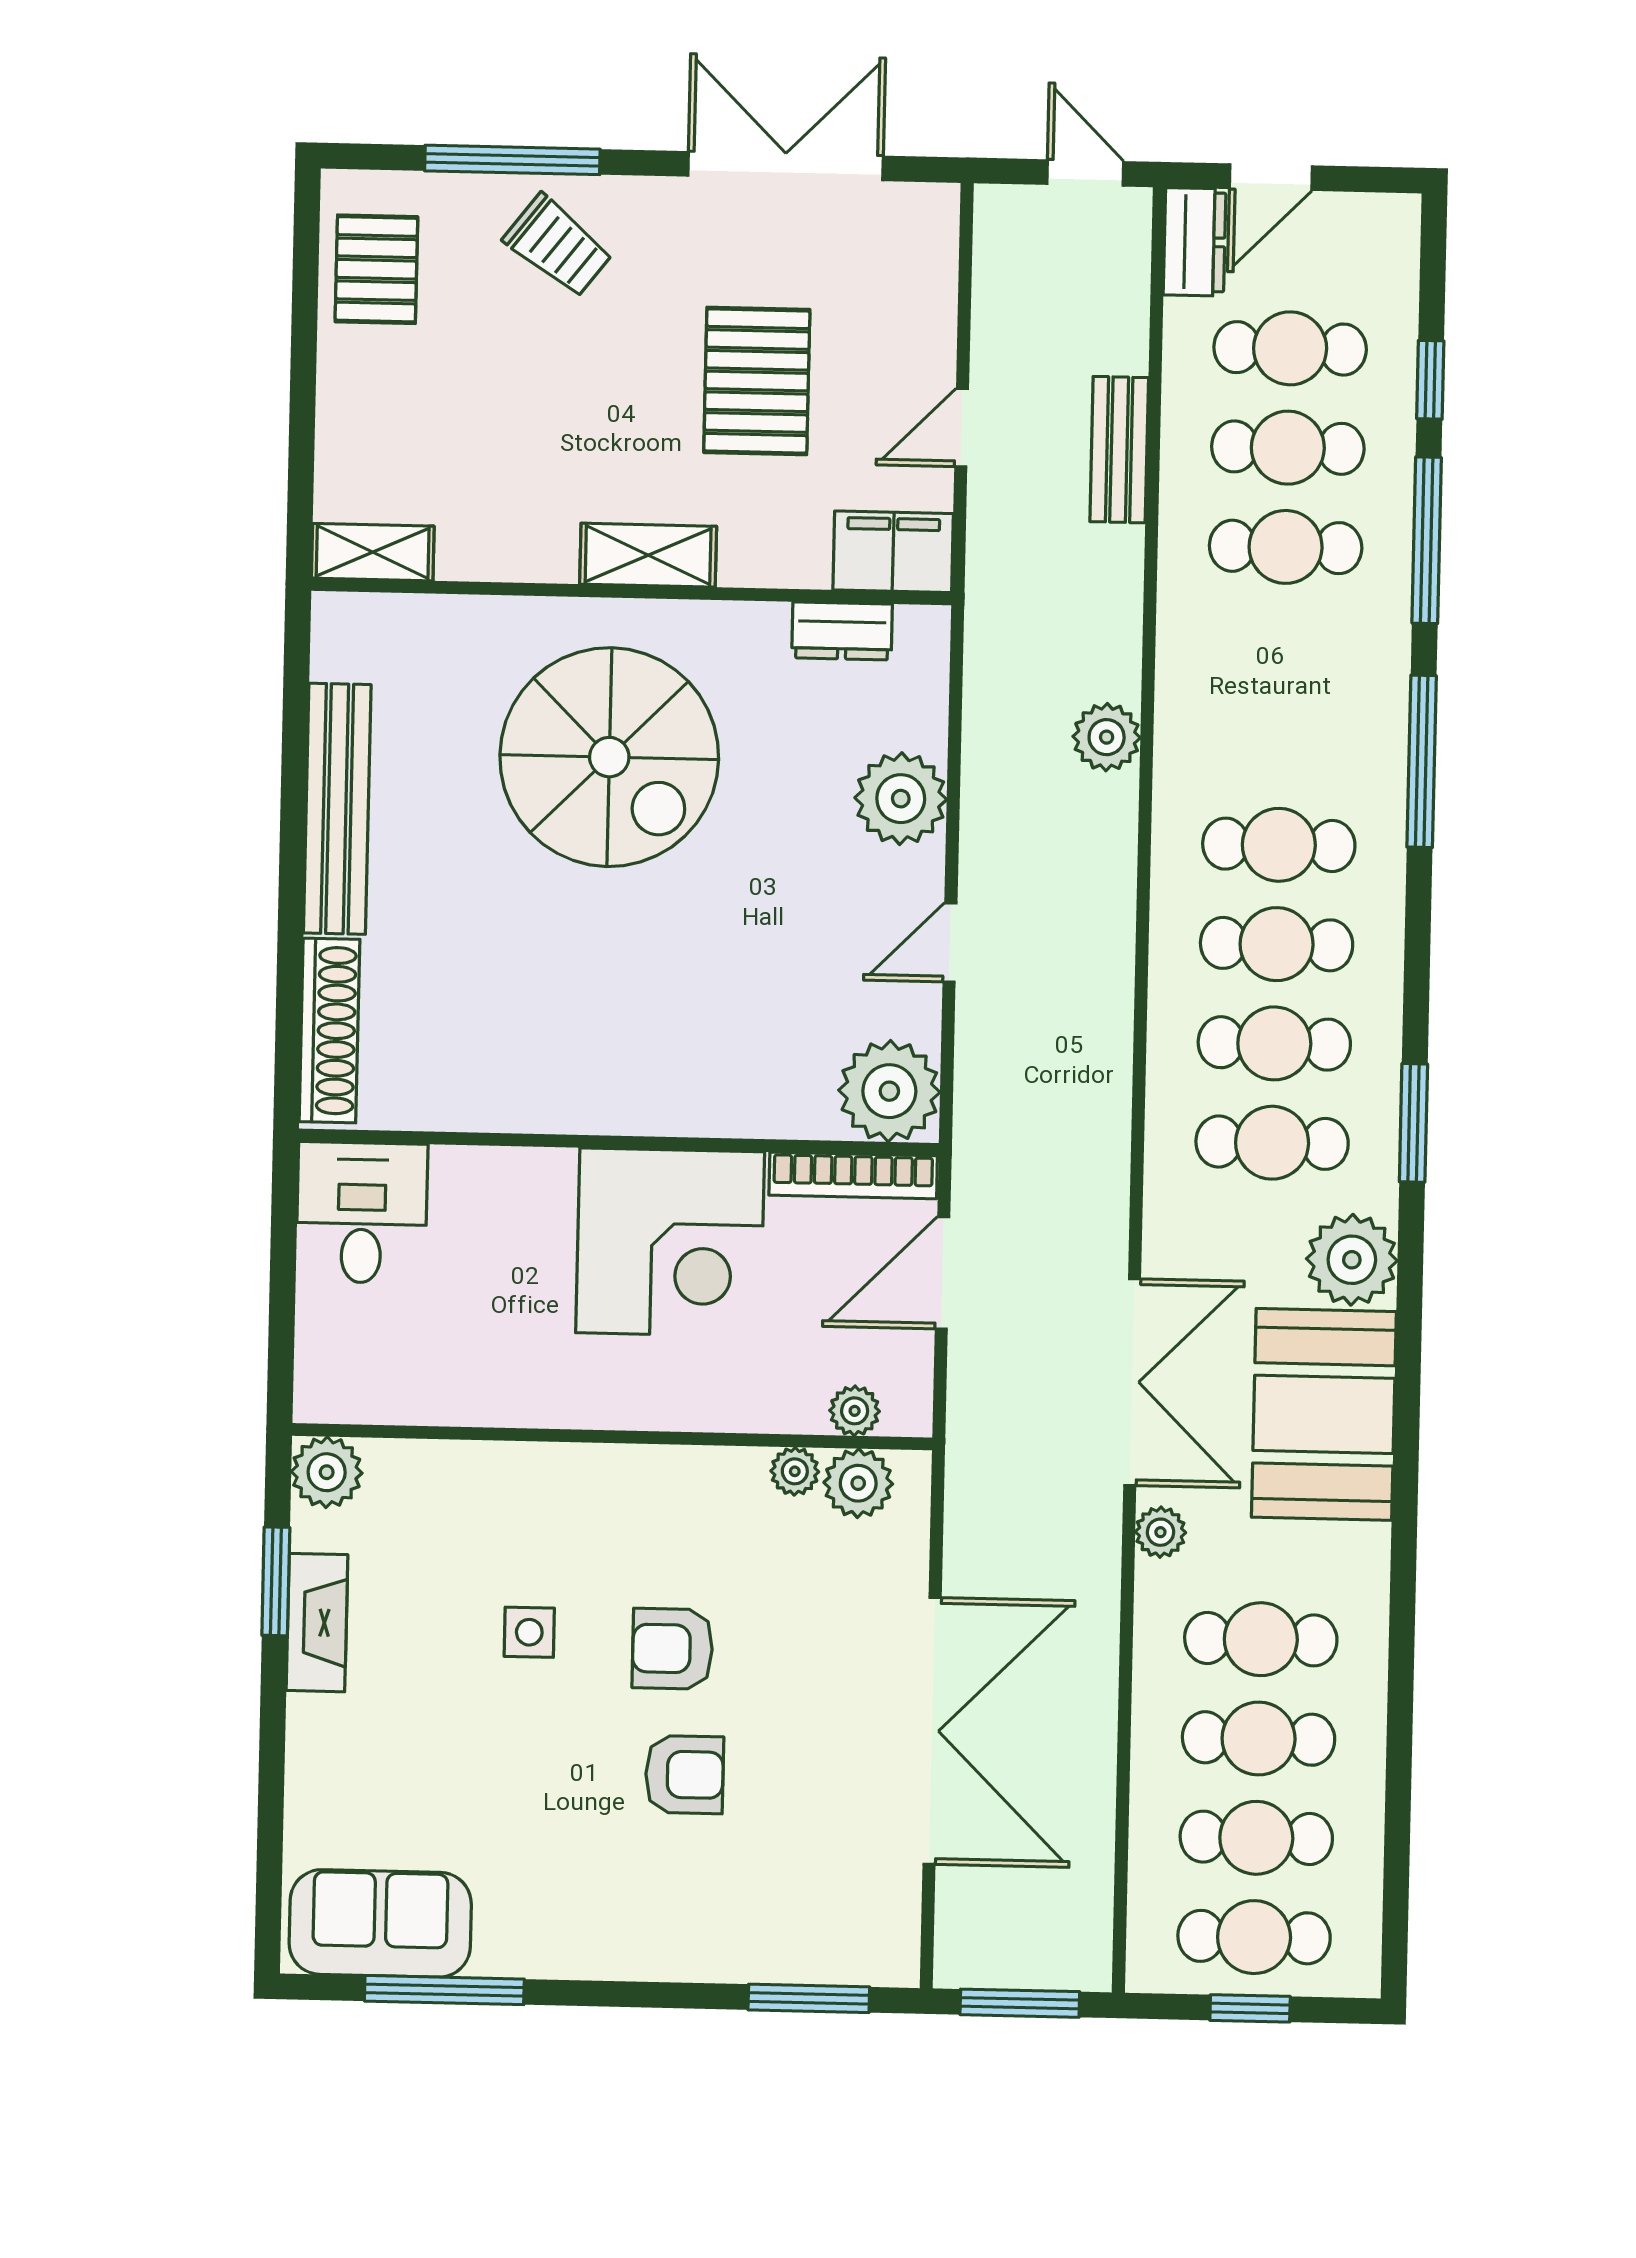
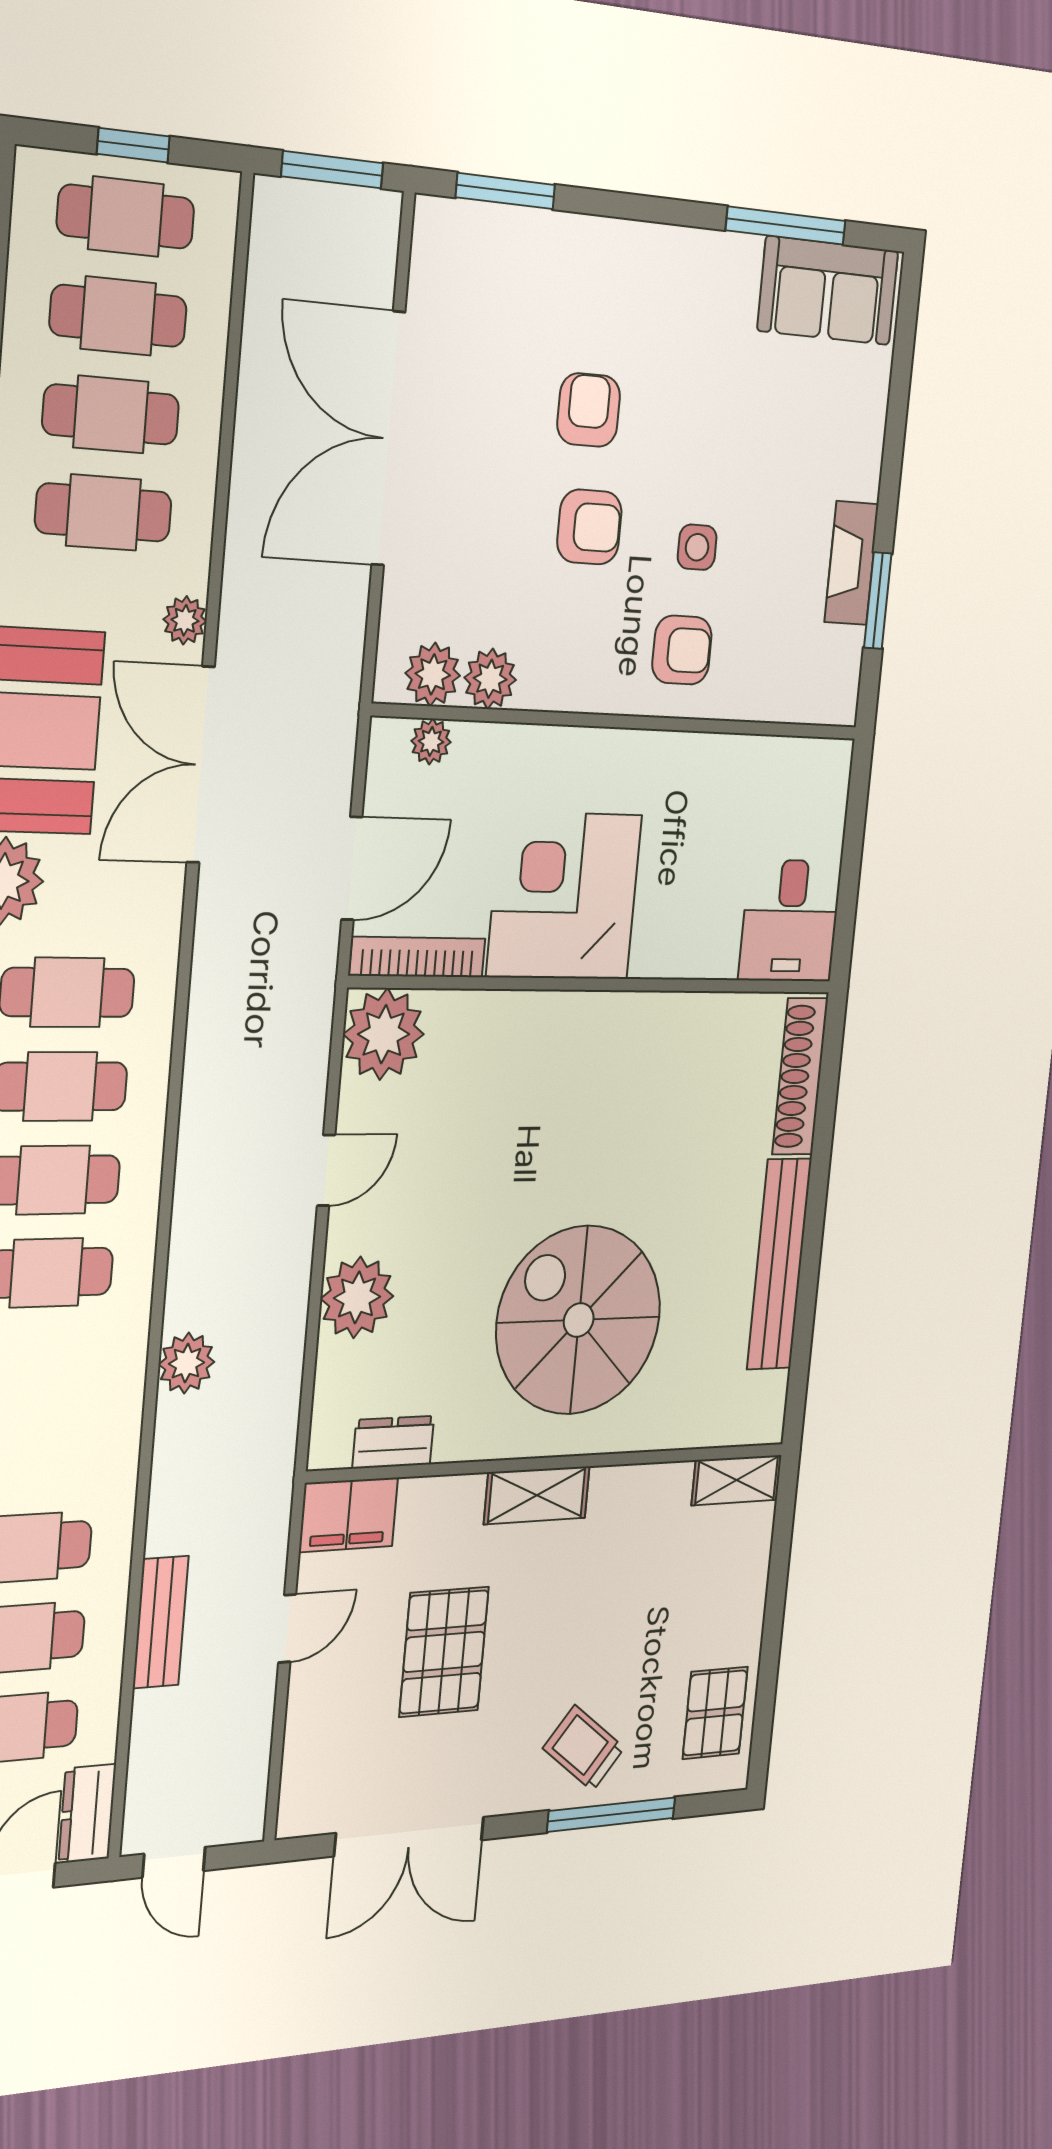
plant: (795, 1471) -> (490, 679), width x1.38, depth x1.38
plant: (327, 1472) -> (834, 695), removed
armchair: (539, 1518) -> (682, 650), added
armchair: (684, 1775) -> (589, 410), turned 90

